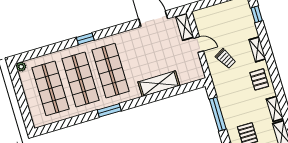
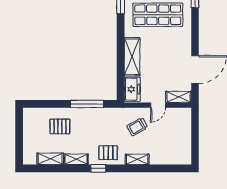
window: (257, 14) -> (98, 168), moved
freezer: (190, 74) -> (132, 89), added

